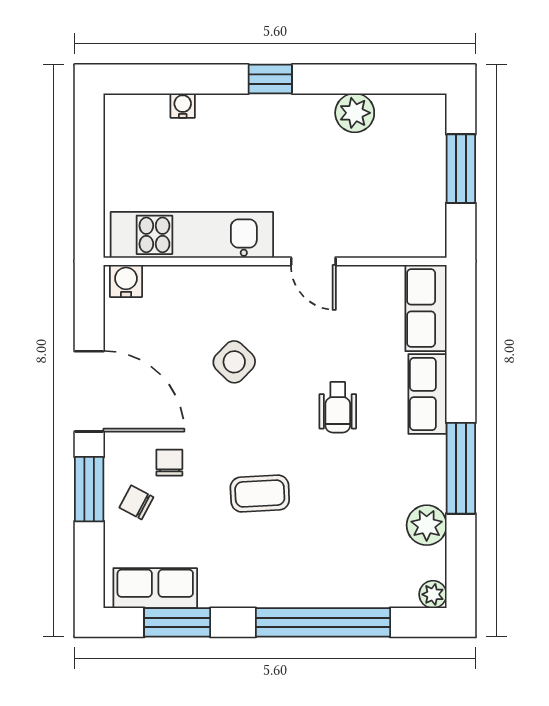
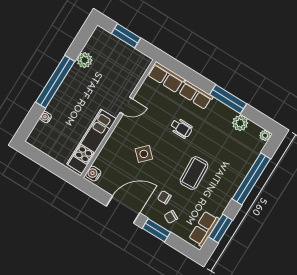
window: (270, 79) -> (55, 82), width x3.17
coffee table: (260, 494) -> (194, 173), width x1.36, depth x1.30

